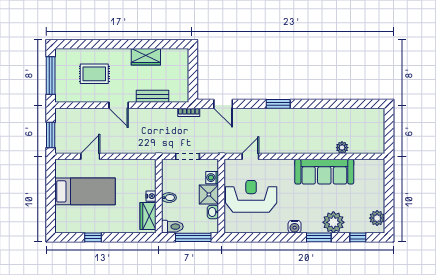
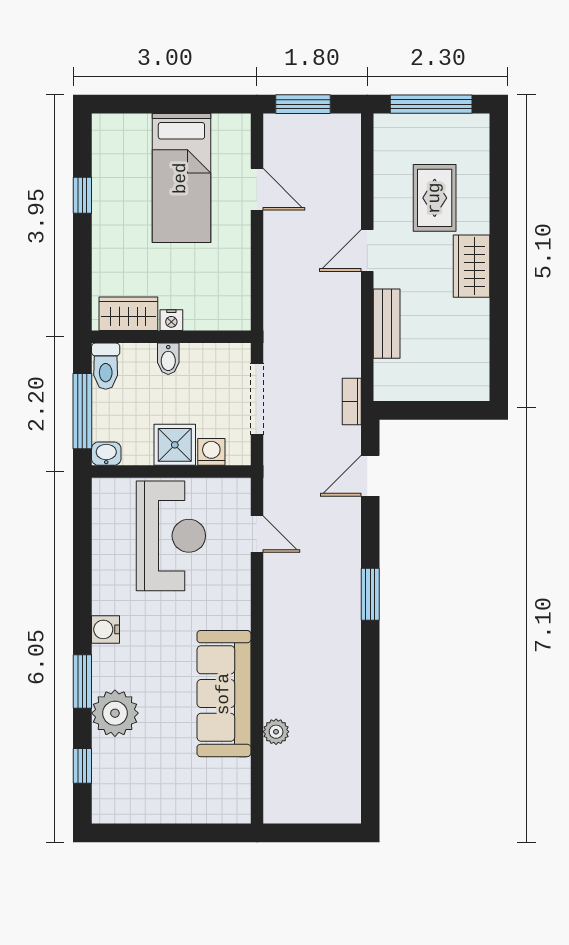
wardrobe: (146, 57) -> (472, 266), moved
doorway: (188, 156) -> (257, 399), width x1.38
washbasin: (213, 212) -> (106, 454), moved
plant: (377, 218) -> (124, 807), removed

